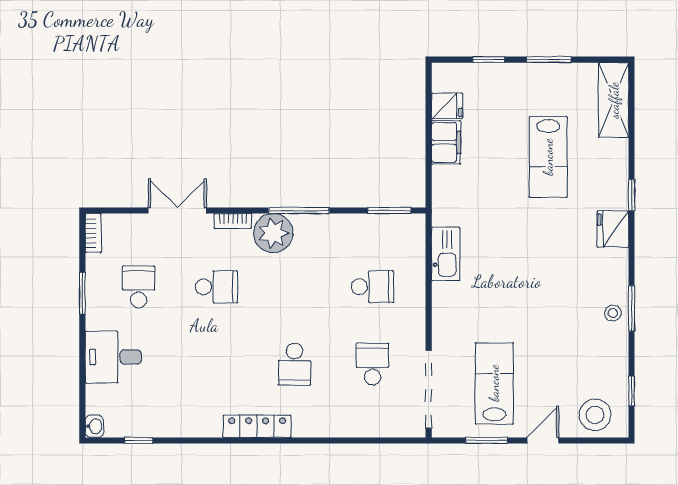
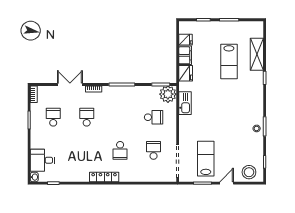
shelving: (614, 100) -> (257, 54), moved
fridge: (613, 229) -> (186, 73), moved, turned 180
plant: (273, 233) -> (168, 94), moved
school desk: (217, 287) -> (87, 117), turned -90
desk: (113, 357) -> (42, 160), moved

